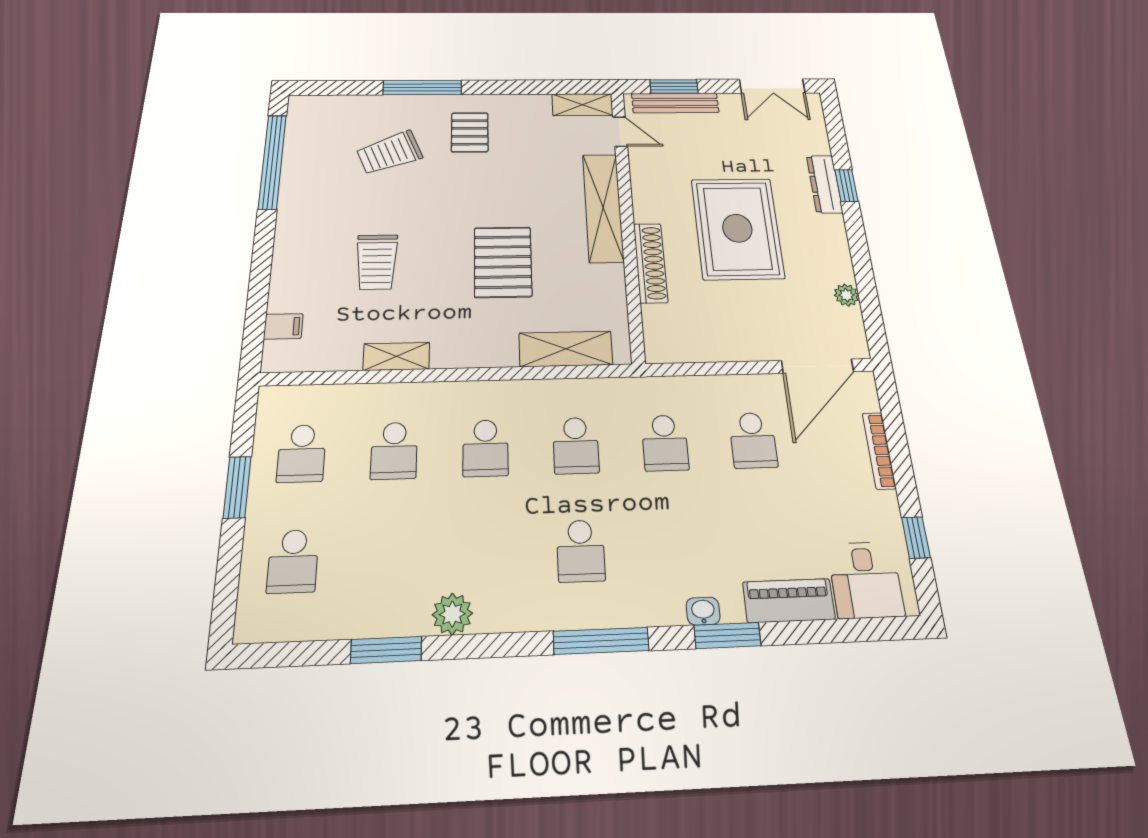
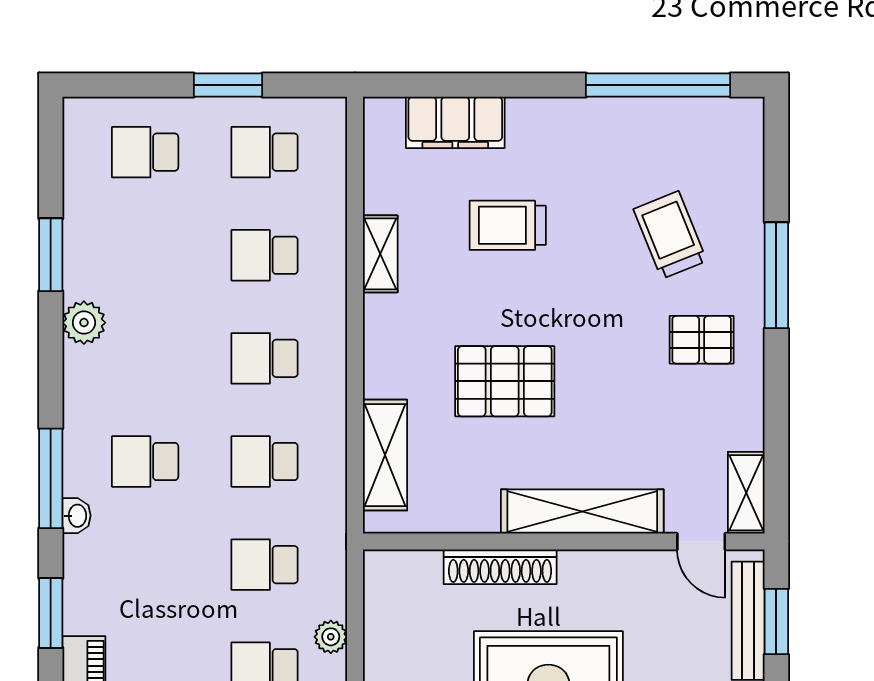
door: (620, 132) -> (701, 541), hinge flipped
filing cabinet: (283, 326) -> (455, 122), width x3.00, depth x1.17
plant: (720, 387) -> (331, 637), added
washbasin: (703, 611) -> (77, 516), moved

